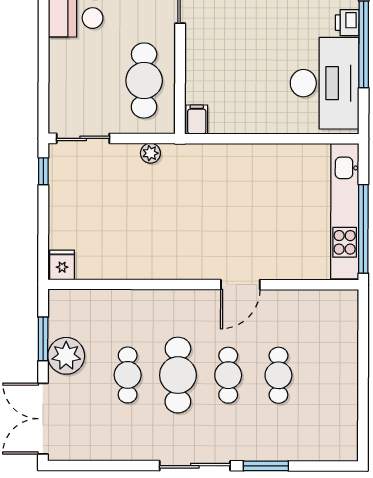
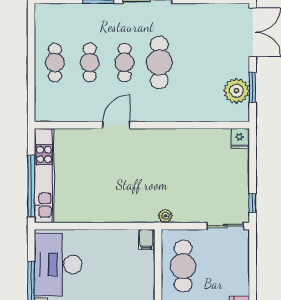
plant: (150, 153) -> (165, 216), moved
window: (363, 229) -> (31, 186), moved
plant: (66, 356) -> (237, 91), moved
cafe table: (128, 375) -> (55, 62), moved

